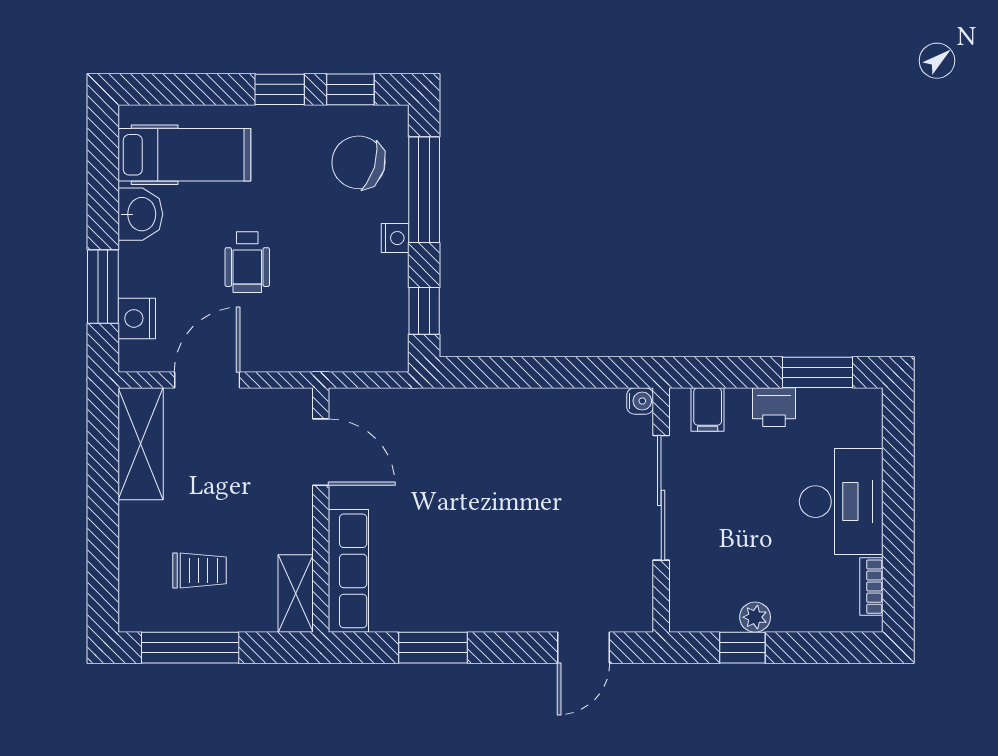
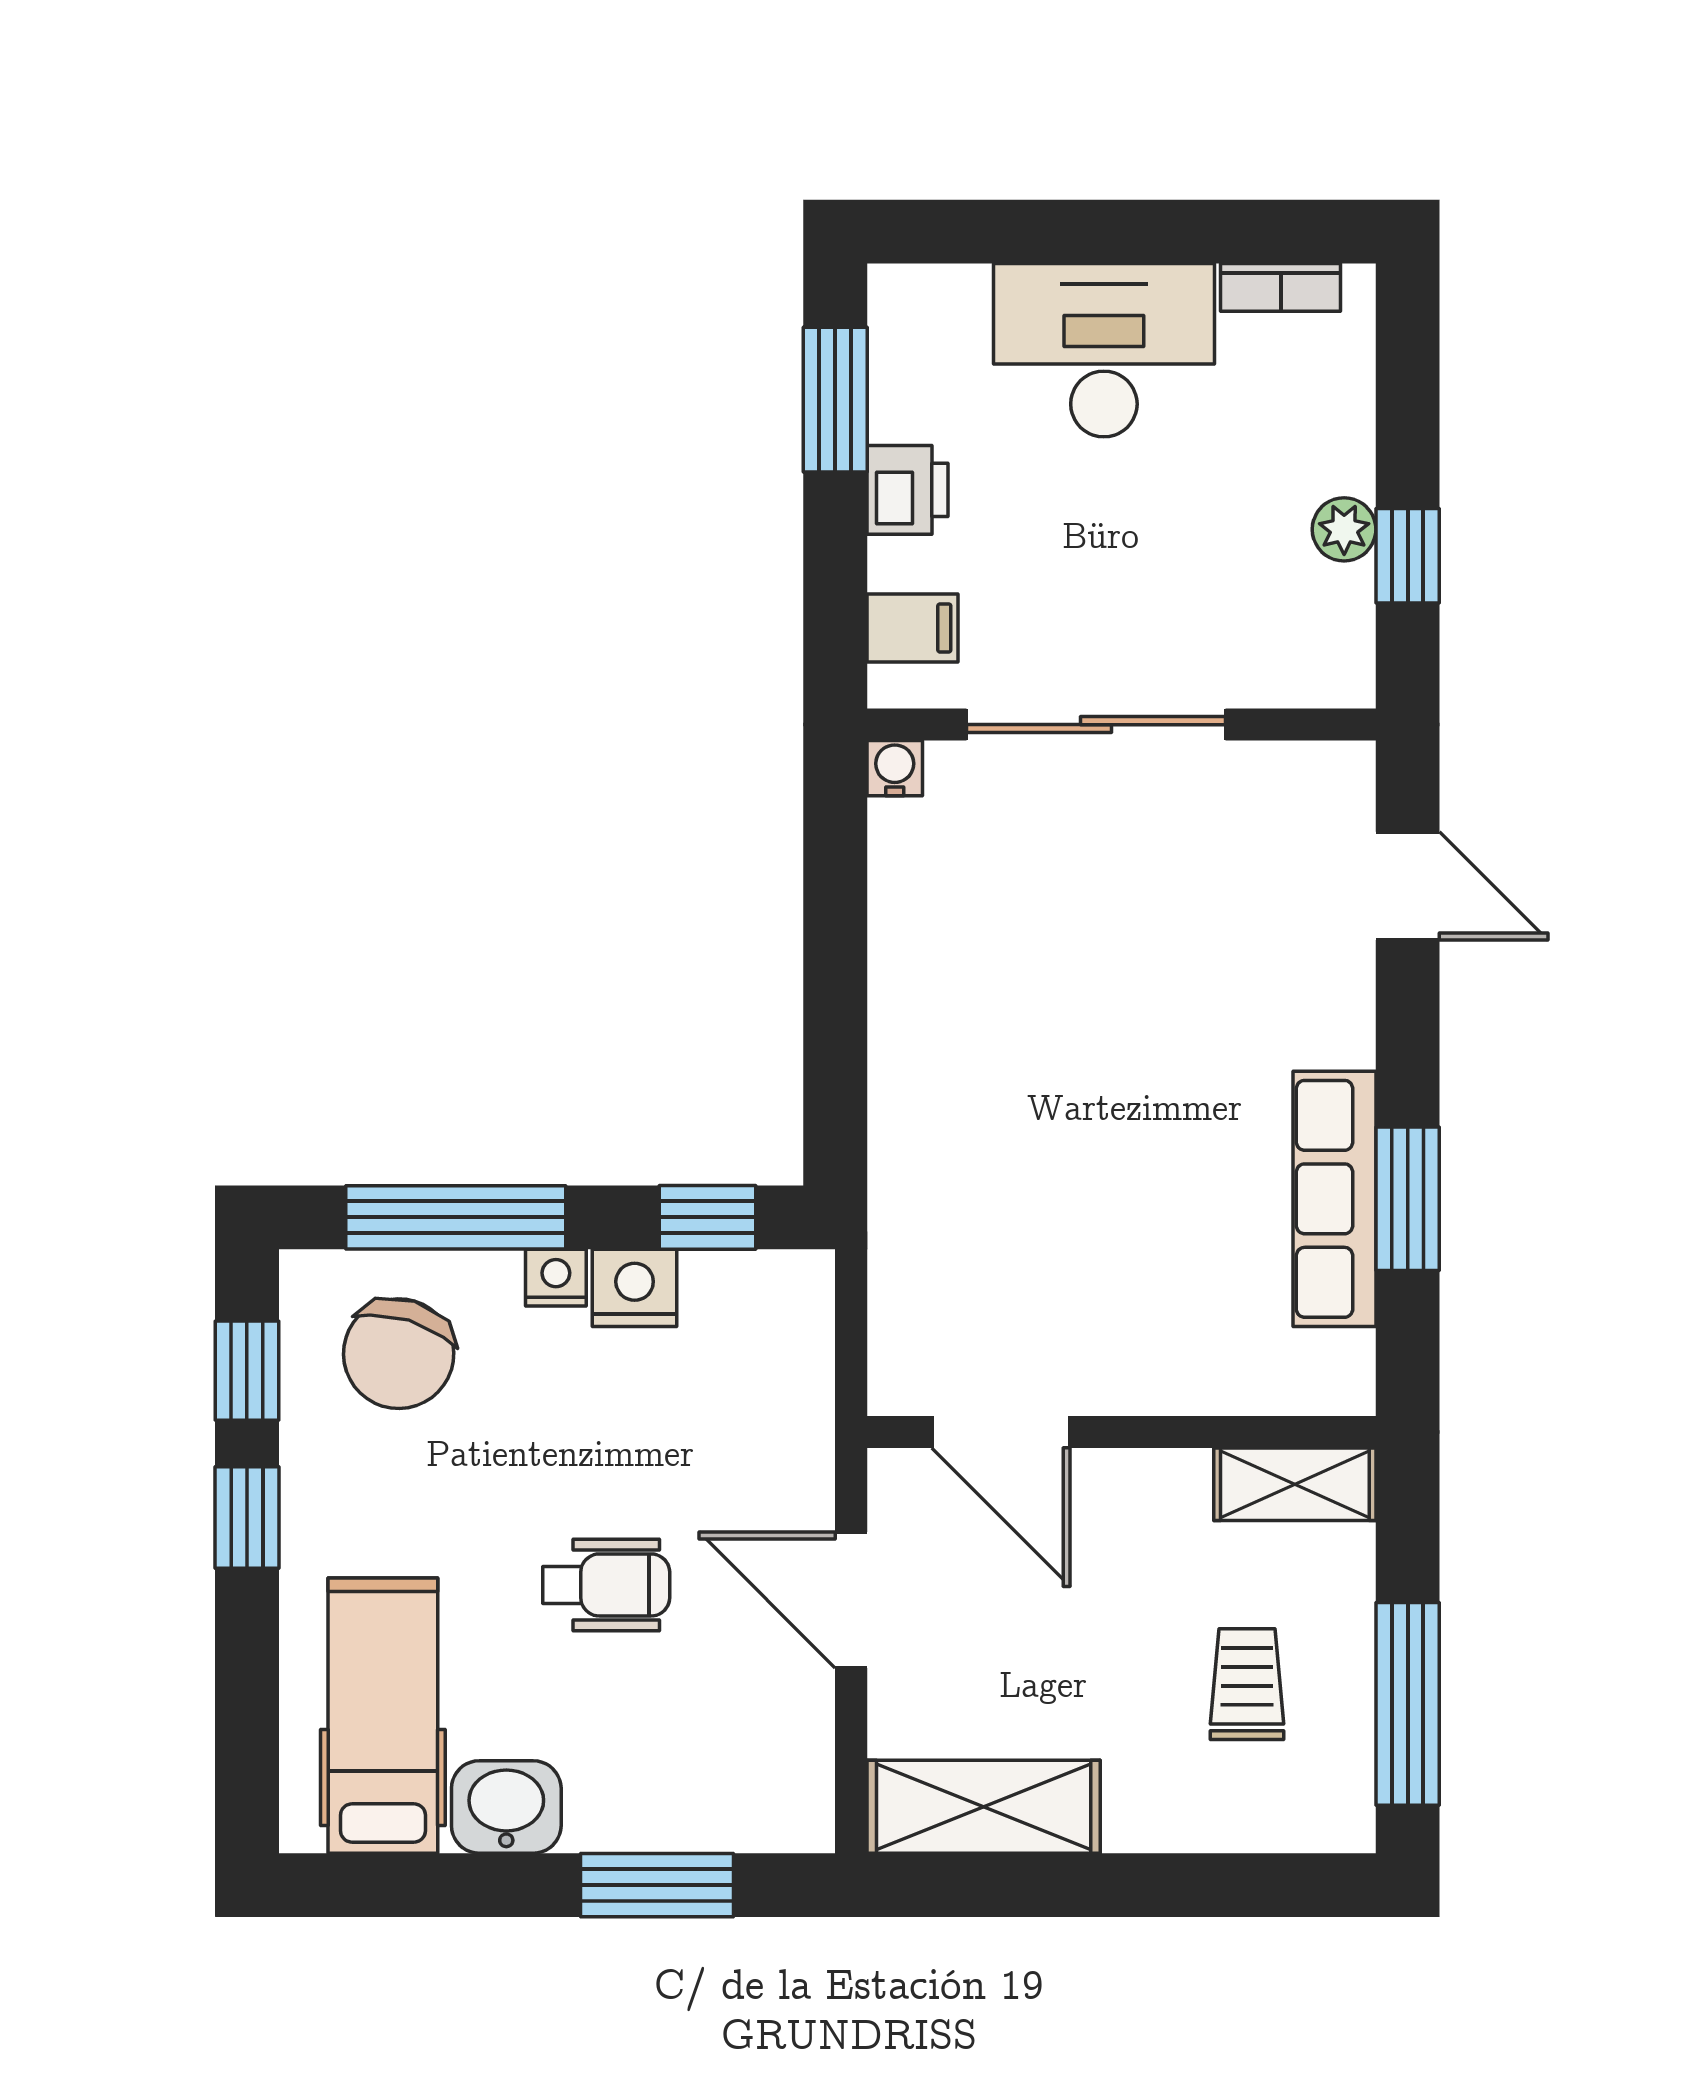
nightstand: (137, 318) -> (635, 1288), moved, turned 180
door: (207, 380) -> (851, 1600), moved
door: (321, 452) -> (1001, 1432), swing flipped
row of seats: (348, 571) -> (1334, 1199), moved, turned -90

